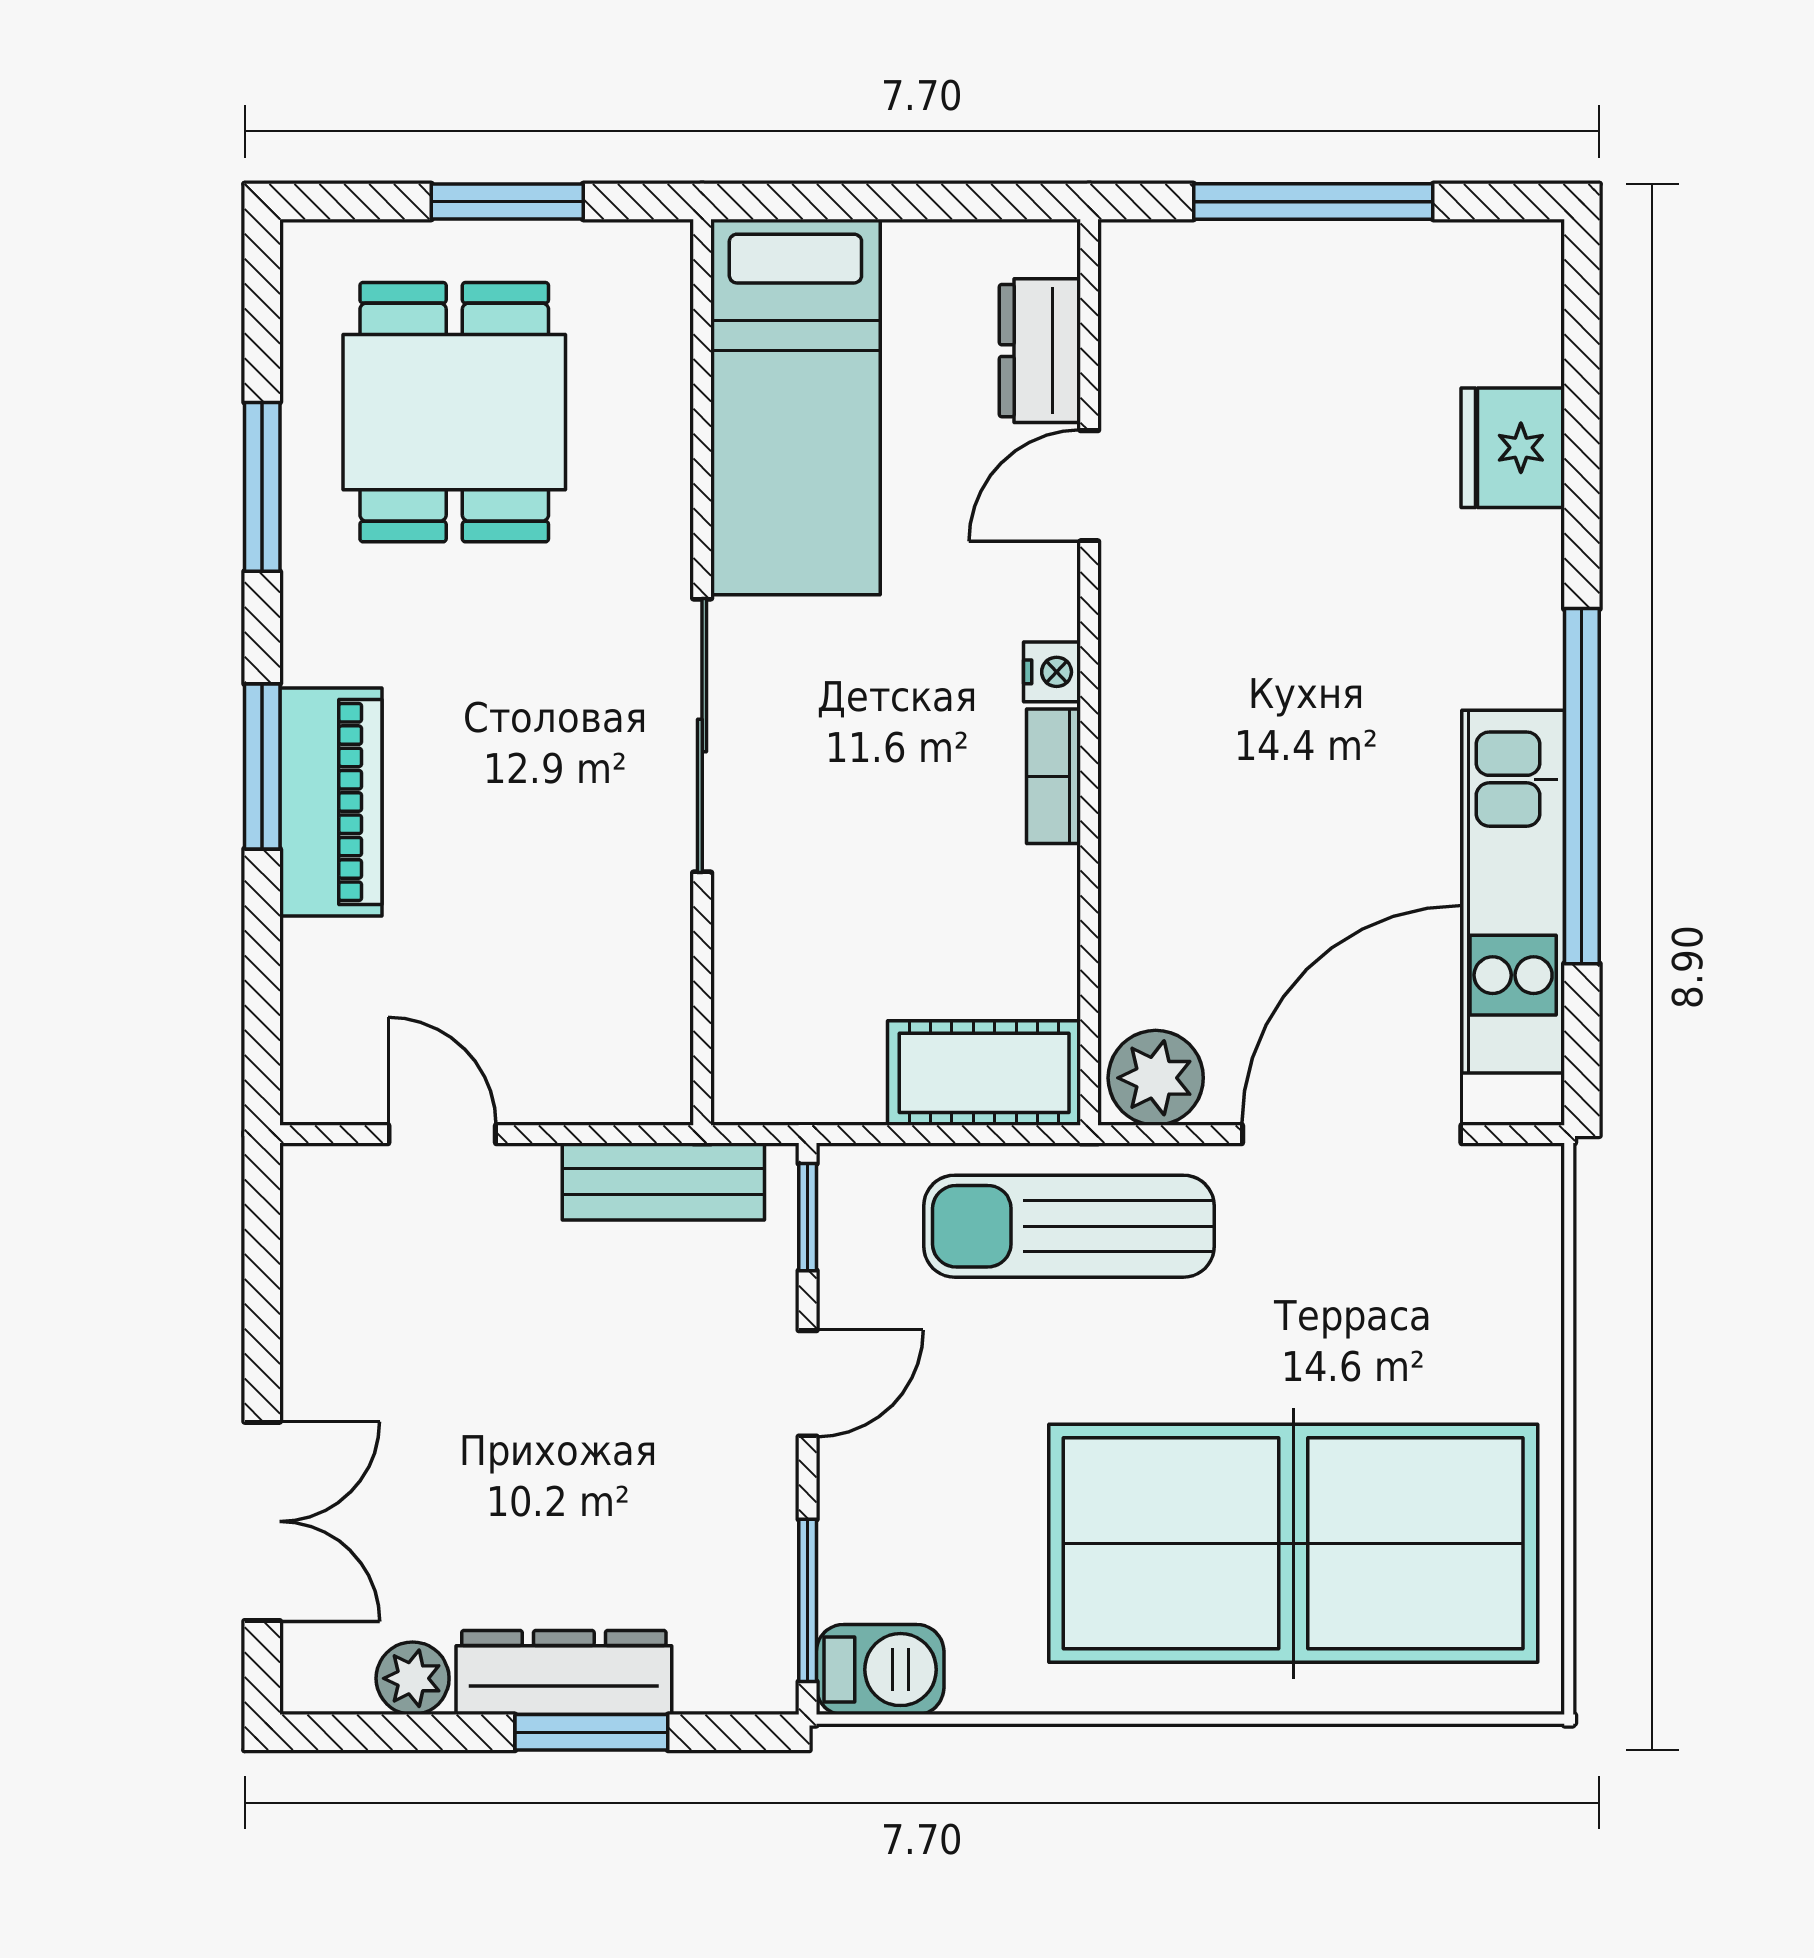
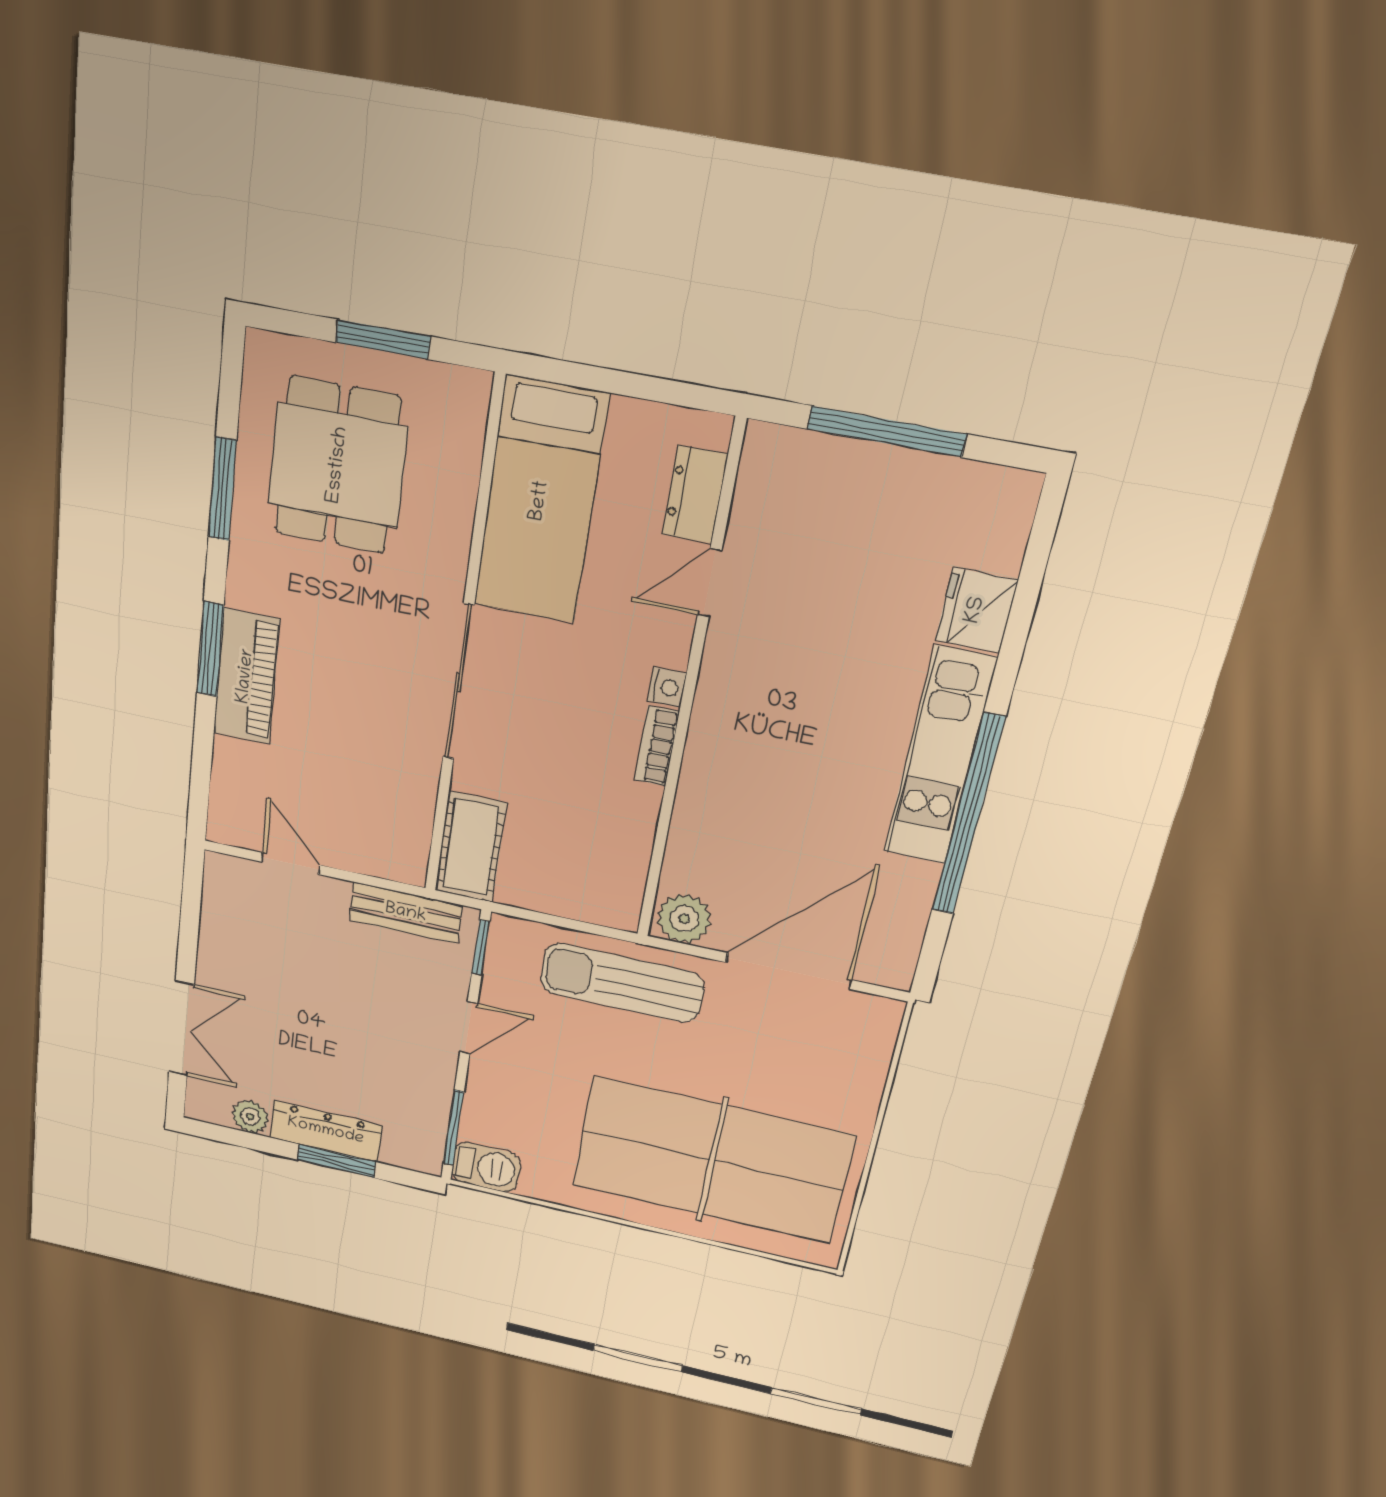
kitchen unit: (1513, 892) -> (940, 756), moved
cot: (984, 1073) -> (471, 847), moved, turned 90

